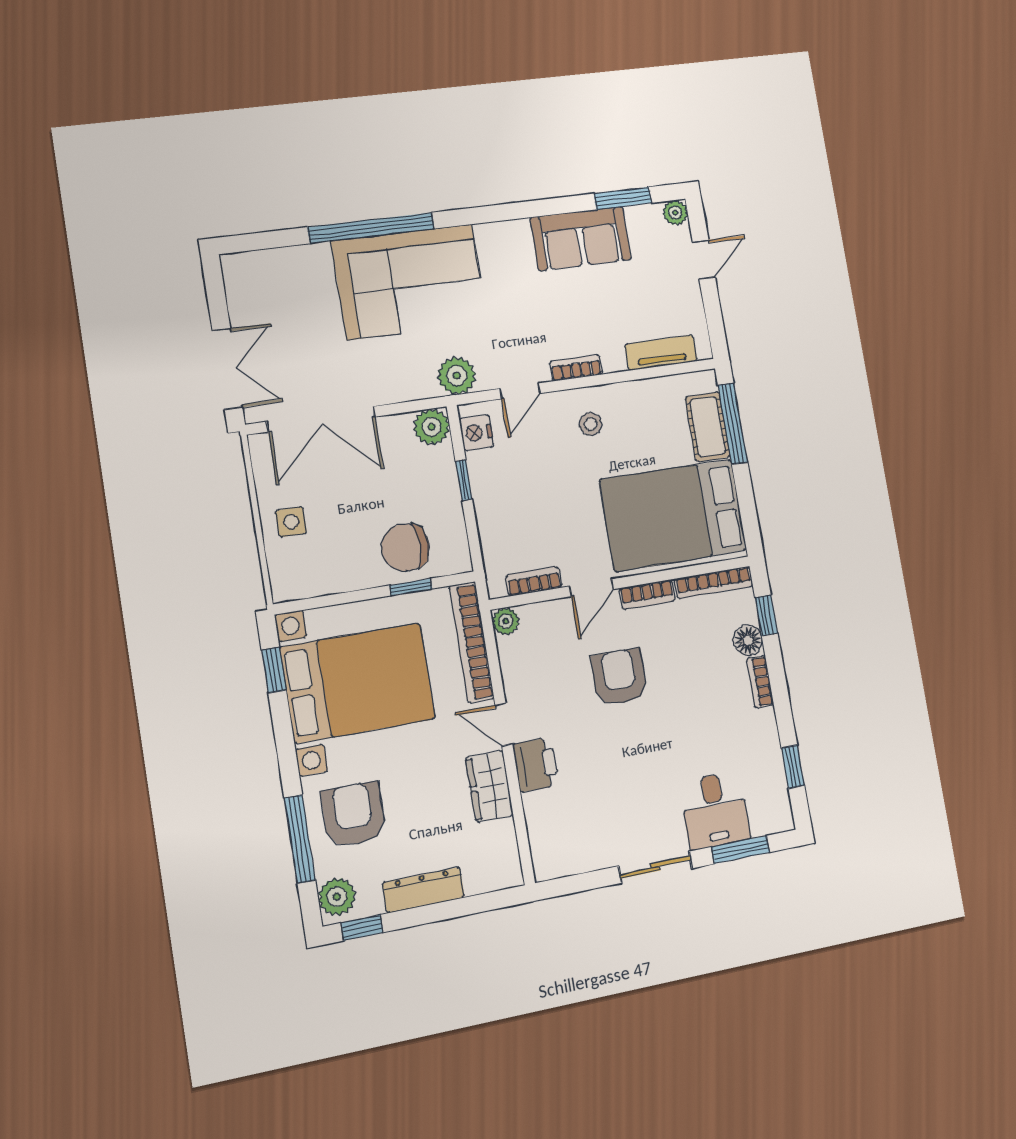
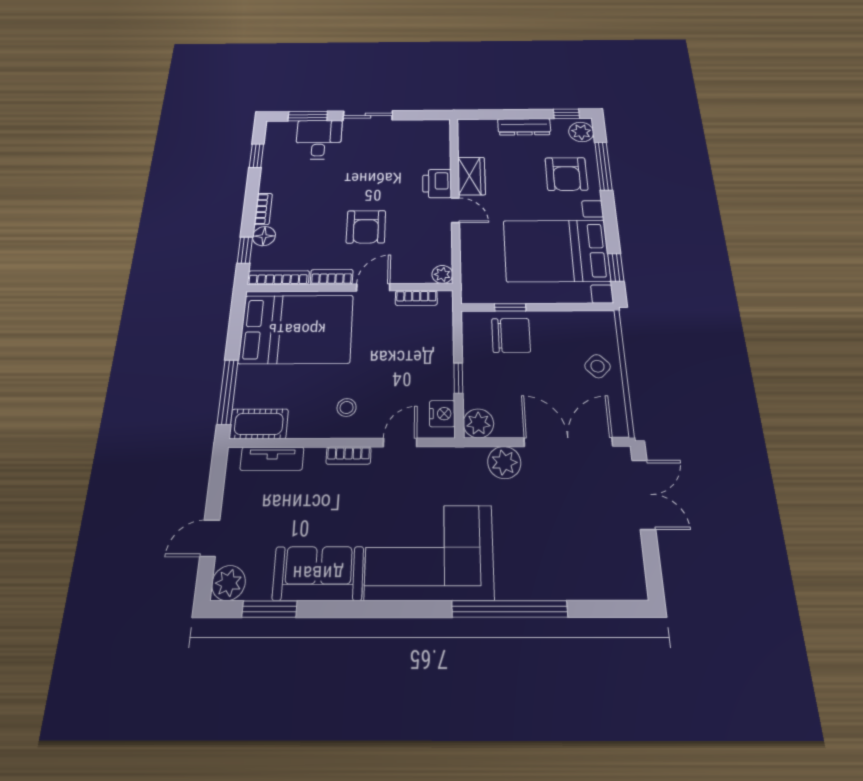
plant: (675, 213) -> (228, 583), width x1.38, depth x1.38
corner sofa: (410, 282) -> (429, 552), moved
double door: (227, 369) -> (644, 494), swing flipped
plant: (457, 376) -> (504, 462), moved
cot: (708, 427) -> (259, 424), moved, turned 90
side table: (291, 522) -> (598, 366), turned 45
bookcase: (472, 642) -> (470, 264), removed

